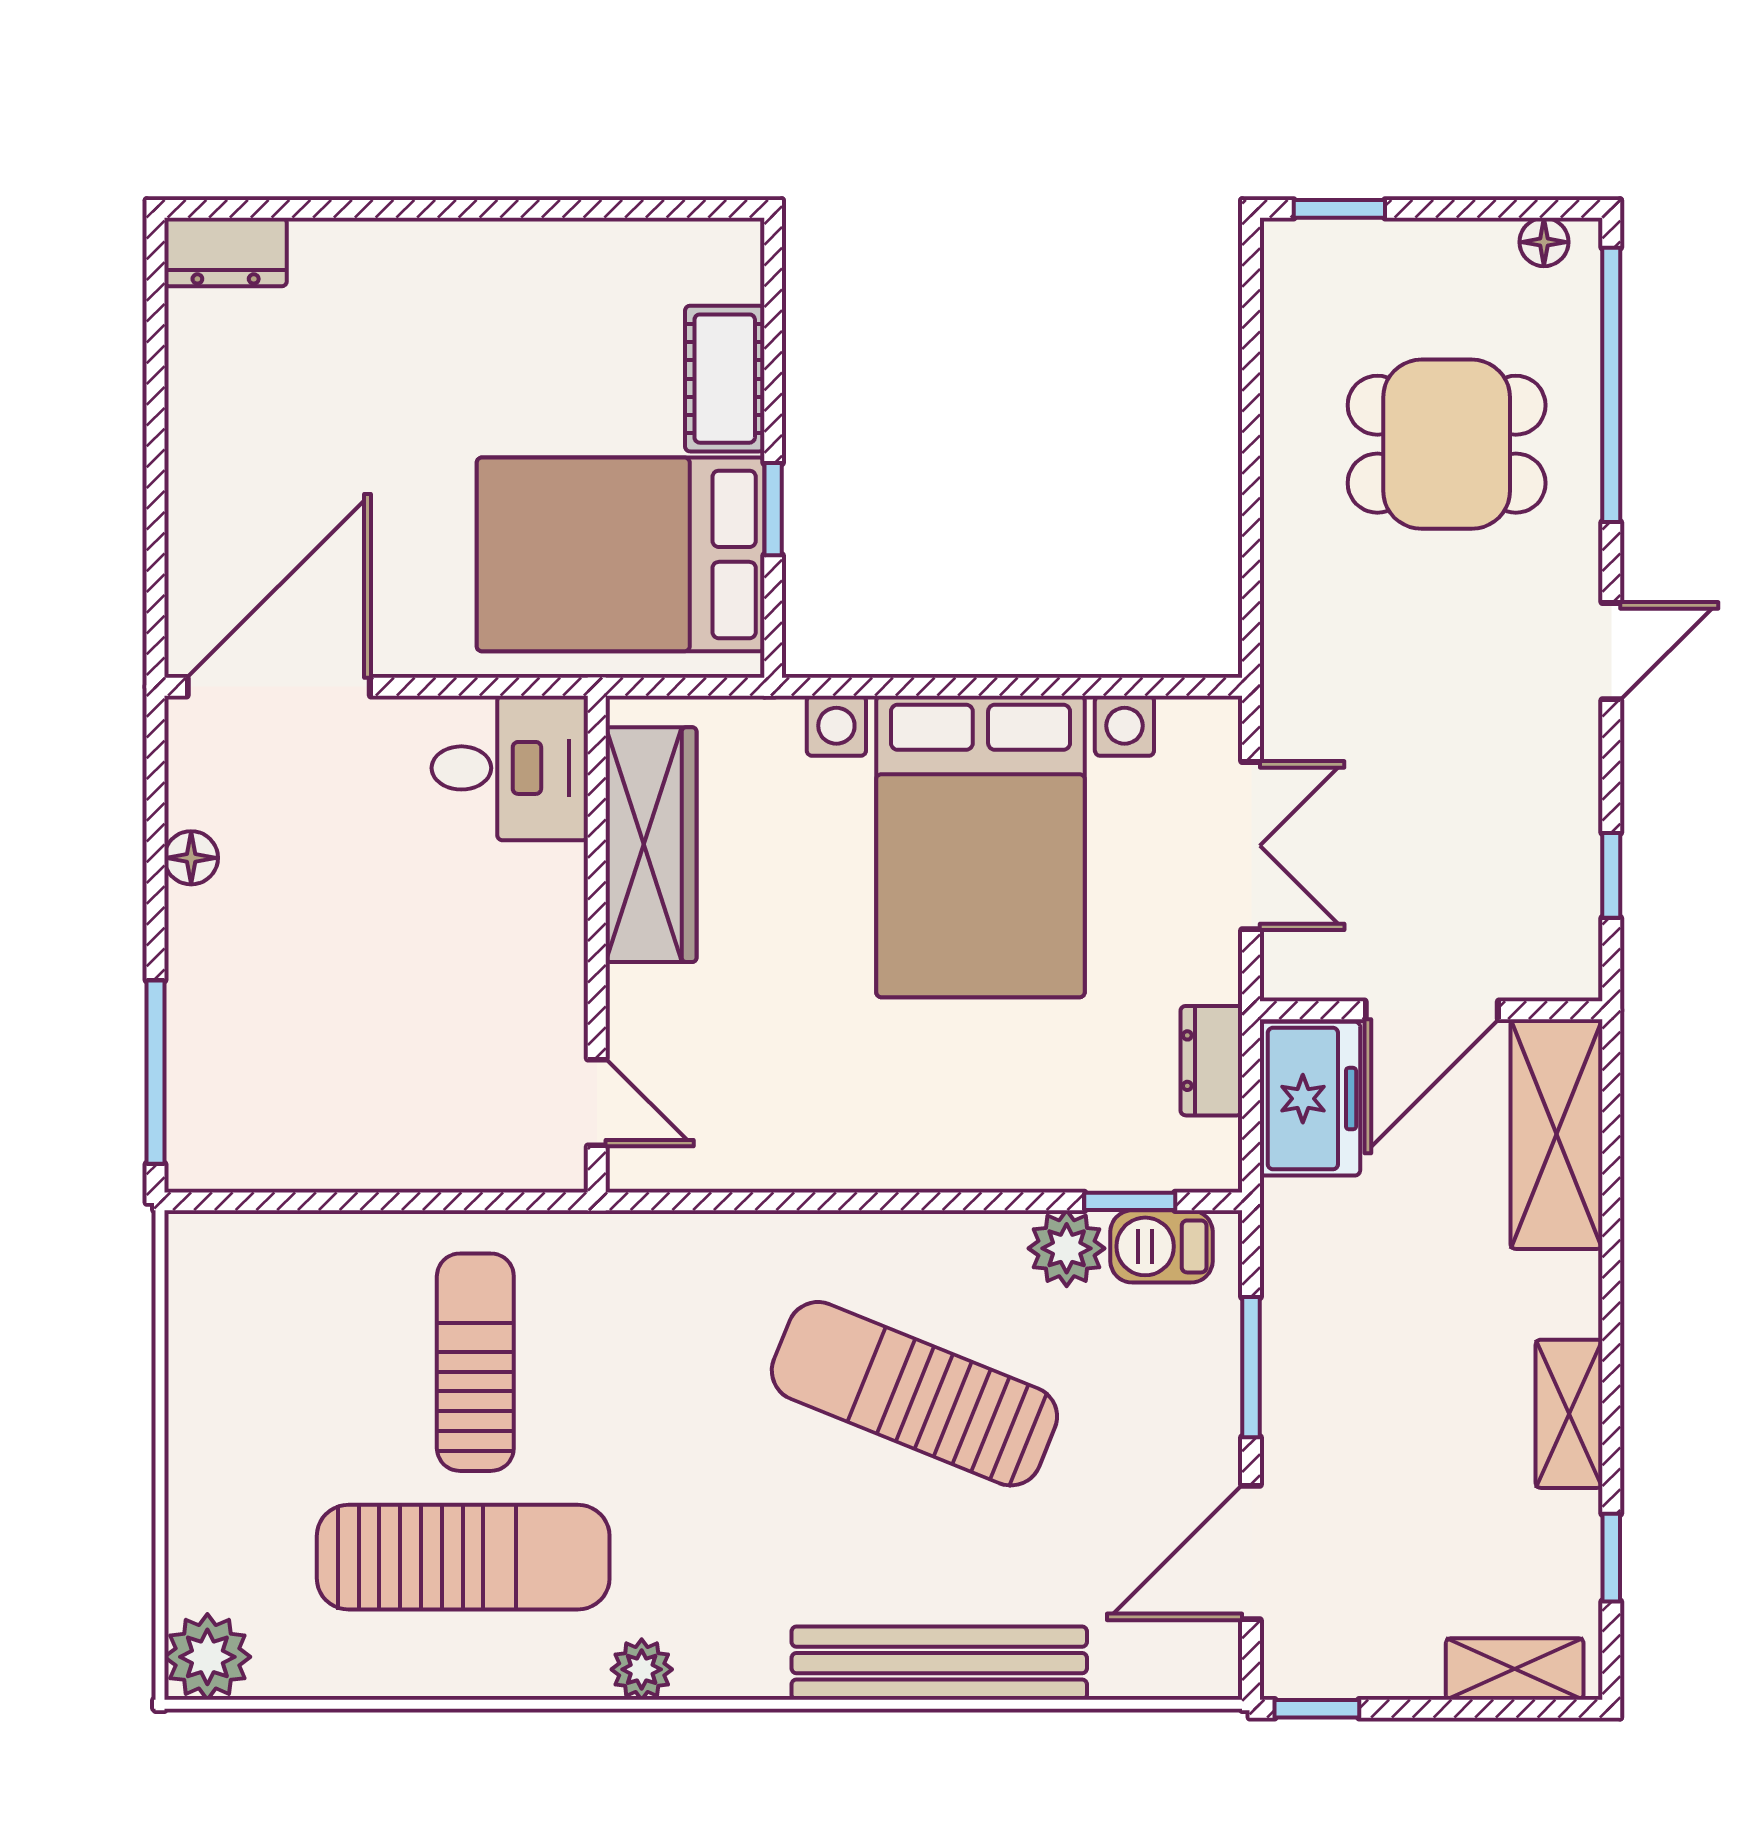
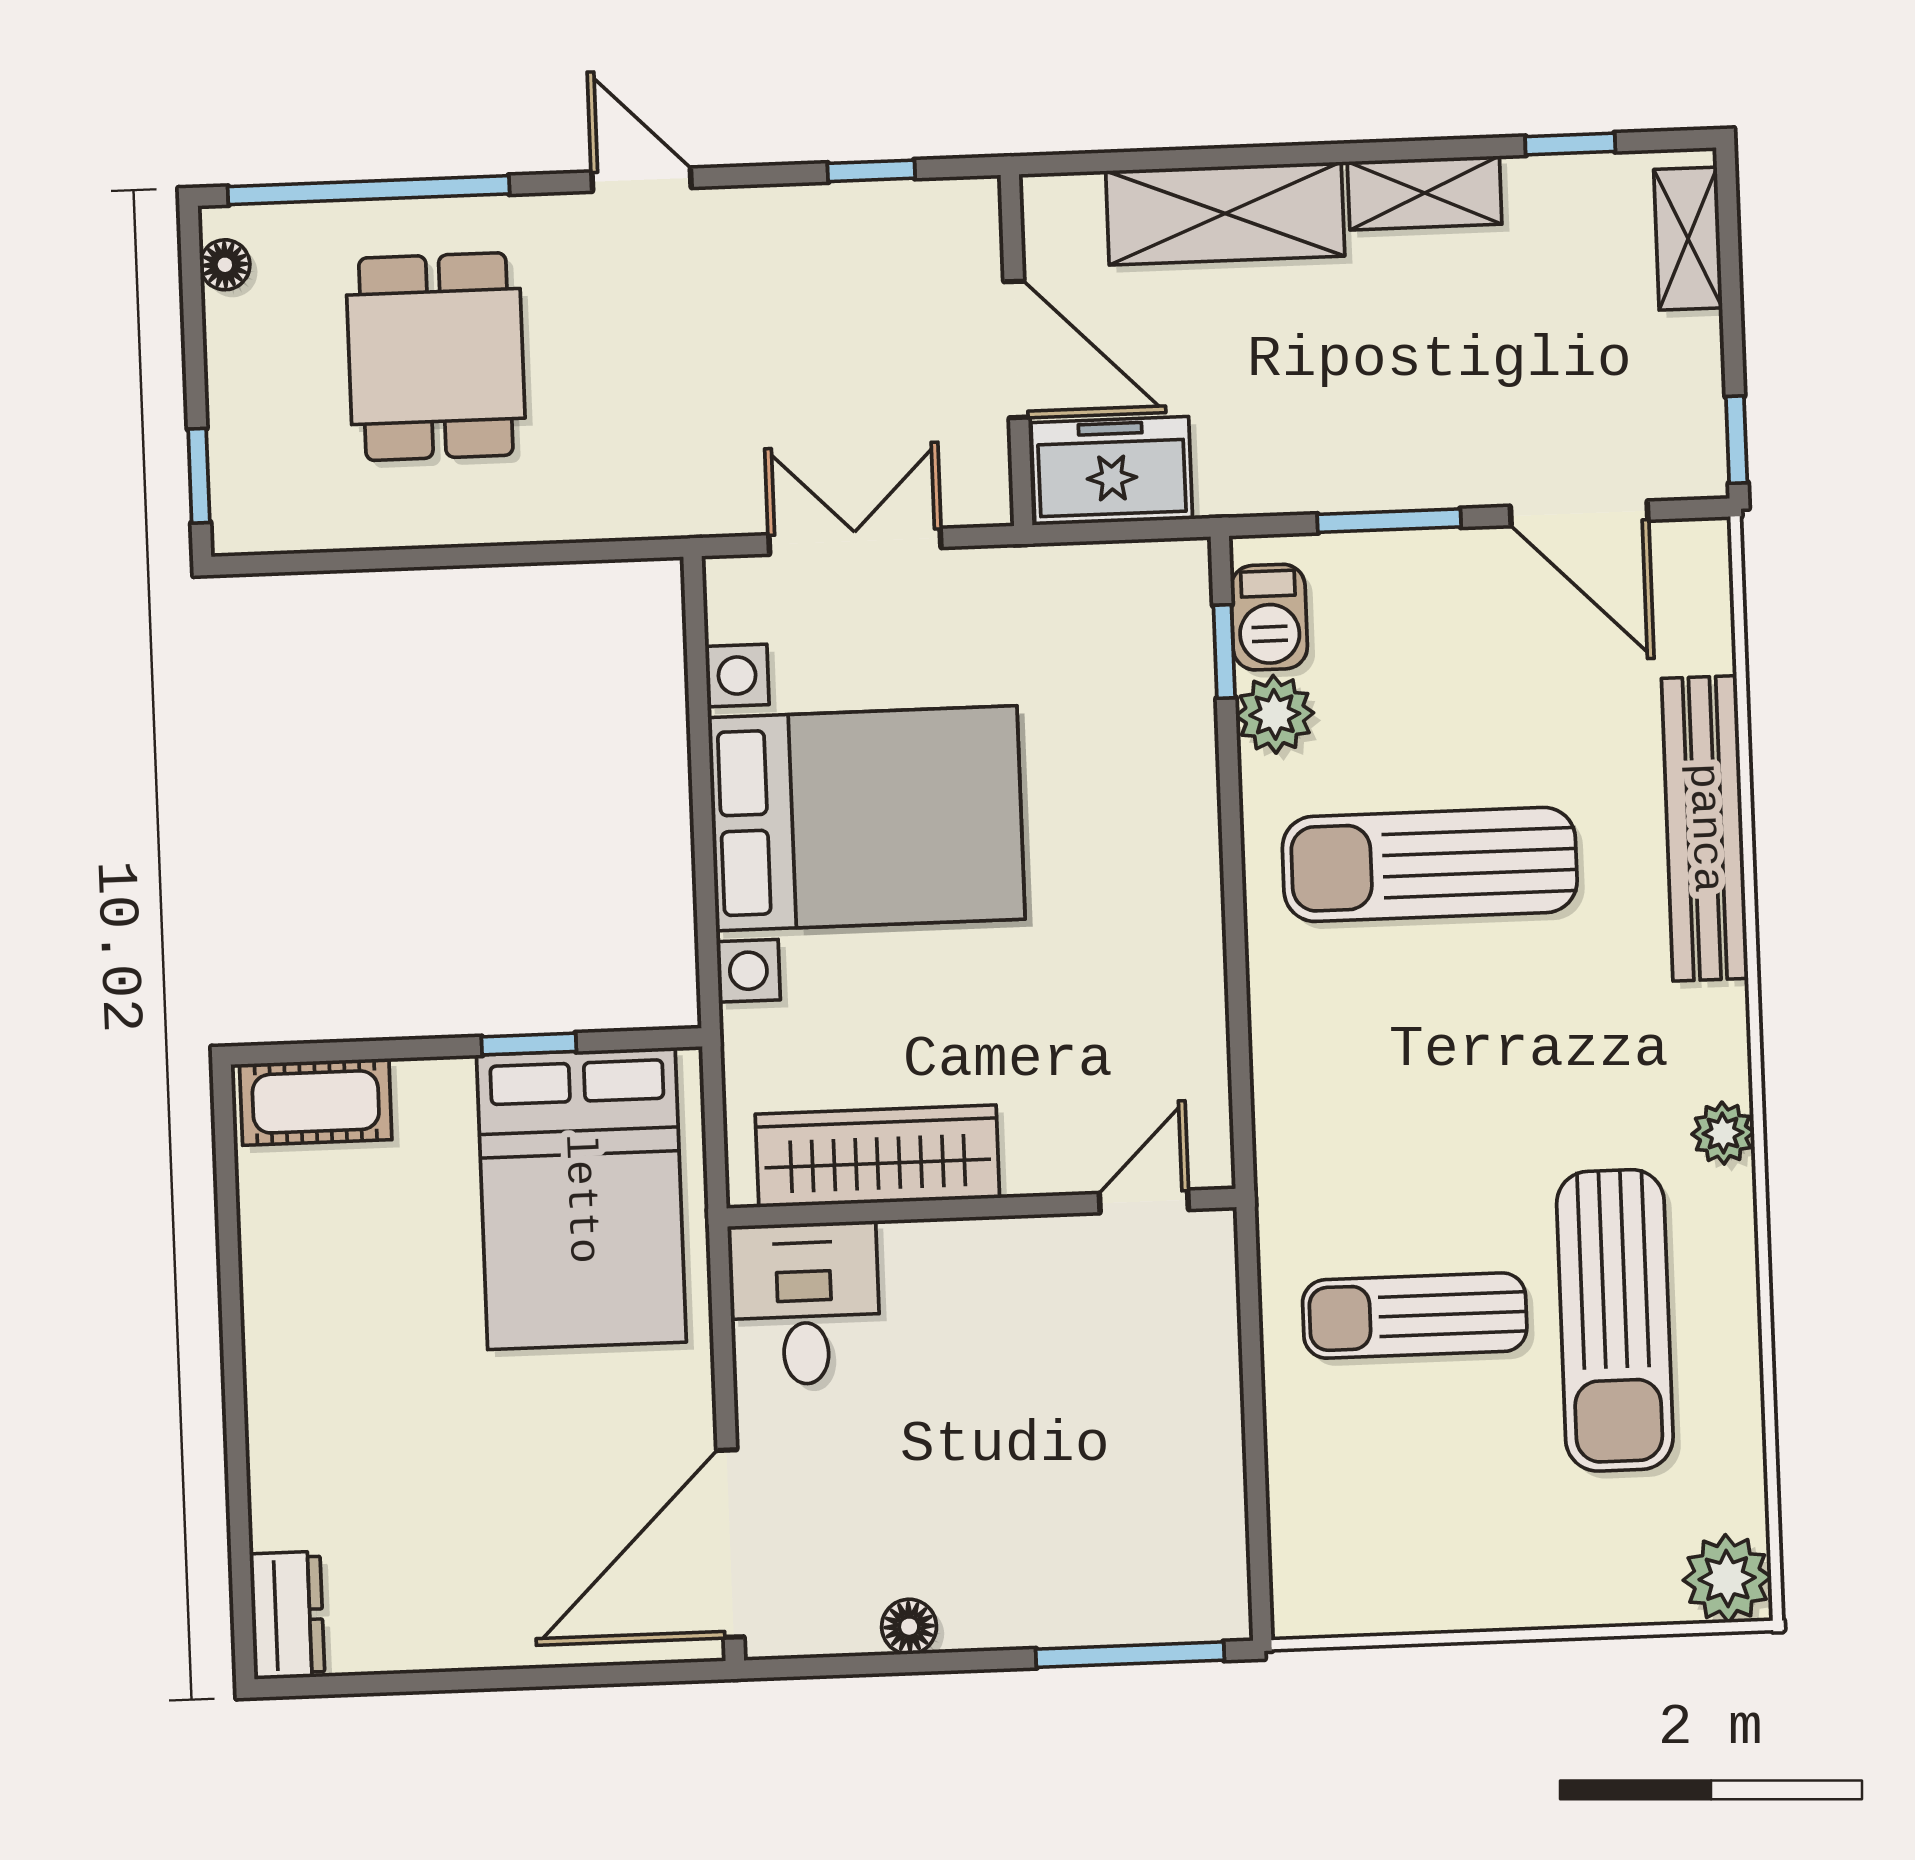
cot: (725, 379) -> (316, 1102), moved
door: (279, 687) -> (730, 1544), hinge flipped
dresser: (1211, 1061) -> (1077, 573), removed
shelving: (1556, 1134) -> (1225, 213), moved
sun lounger: (914, 1394) -> (1430, 864), turned 68
sun lounger: (463, 1557) -> (1615, 1320), turned 180

